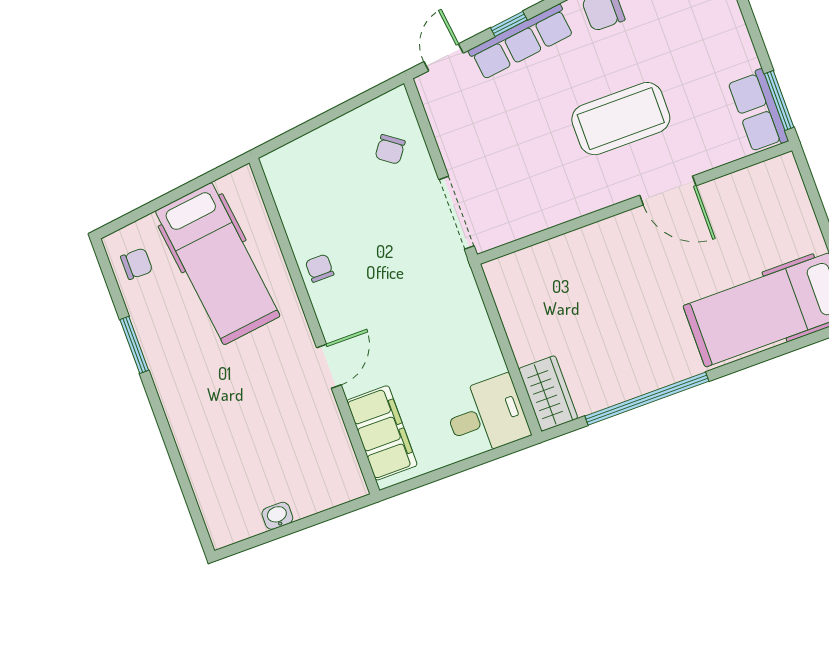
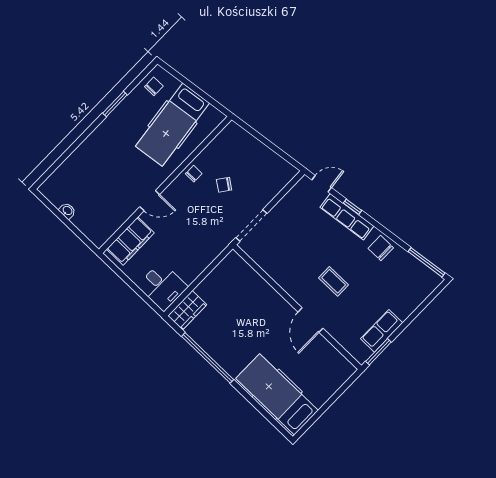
row of seats: (758, 111) -> (382, 331), moved
coffee table: (621, 119) -> (334, 281), width x0.54, depth x0.58
chair: (390, 149) -> (224, 185), moved
chair: (137, 264) -> (154, 86), turned -90

